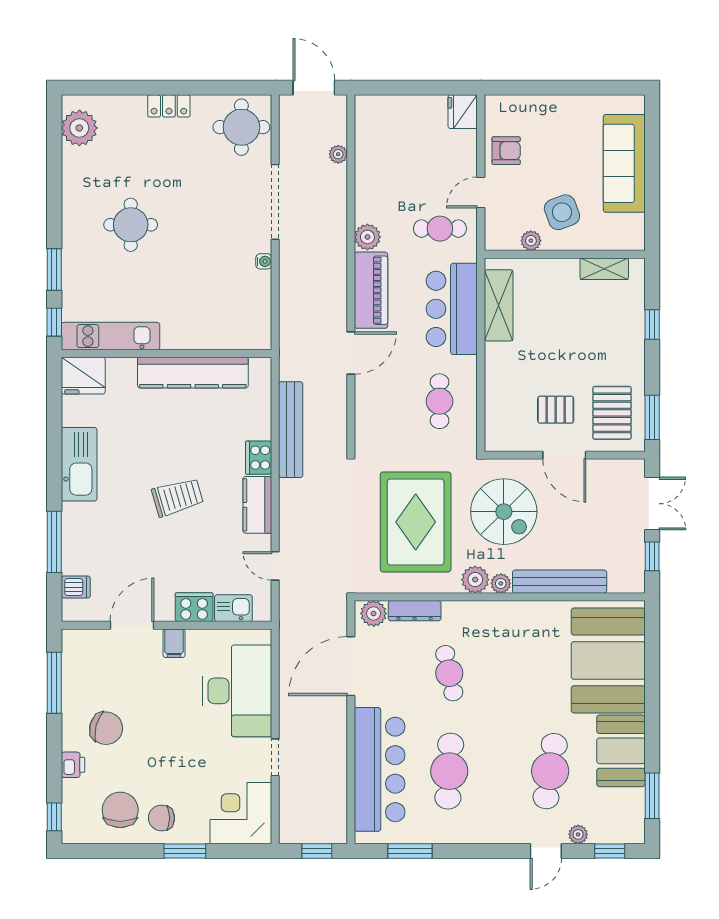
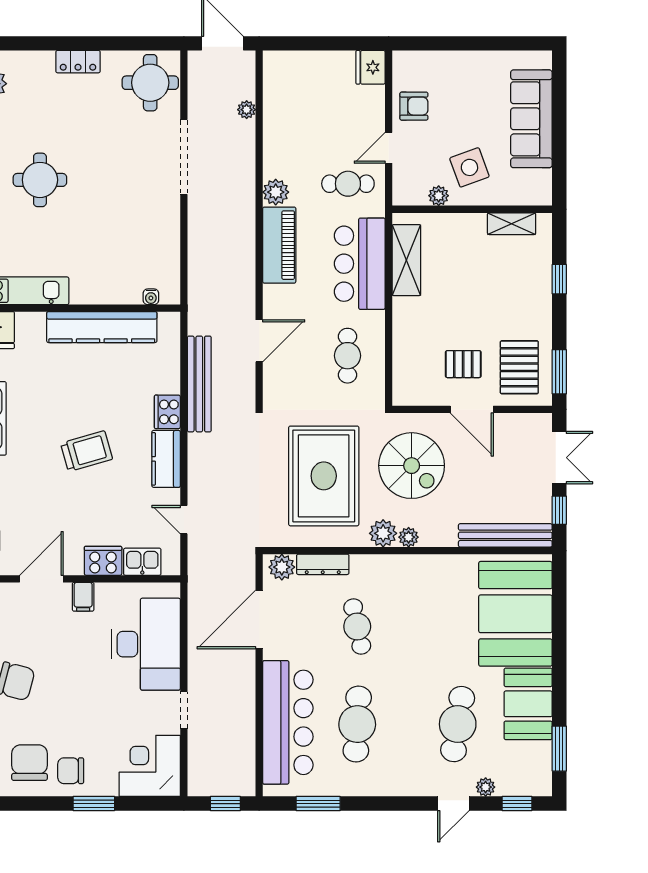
water cooler: (264, 261) -> (151, 297), moved, turned 90
door: (351, 353) -> (259, 341), moved
bench: (560, 582) -> (505, 535), moved

